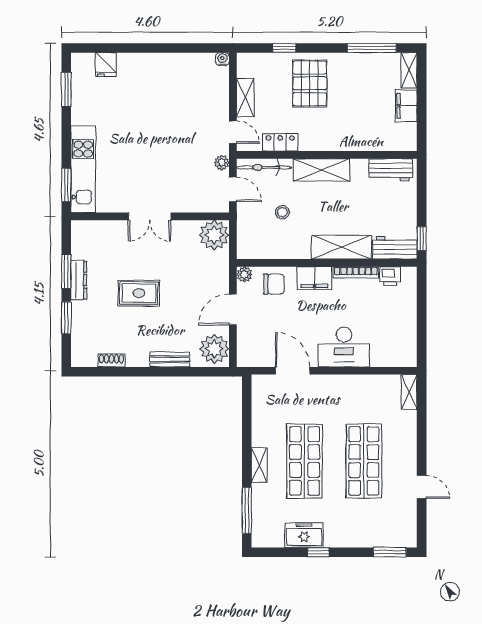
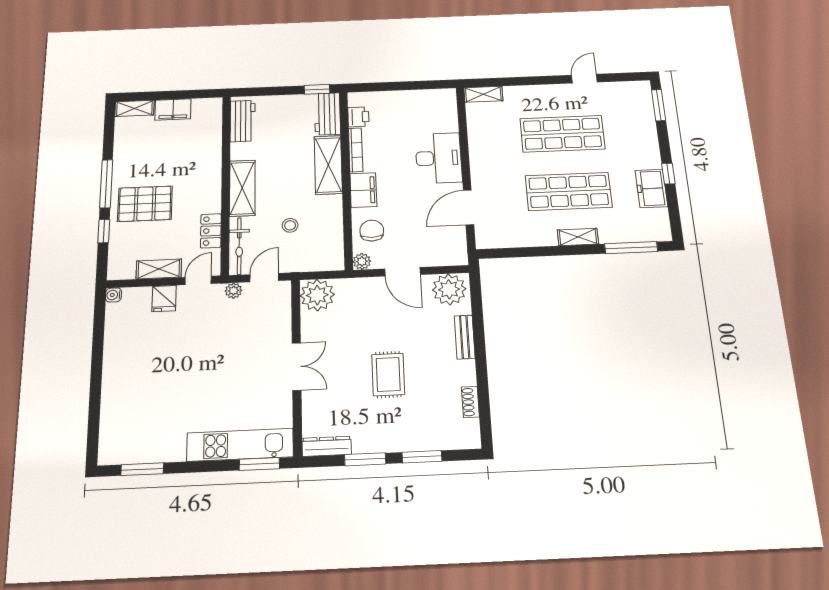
window: (372, 48) -> (106, 184), moved
fridge: (106, 65) -> (164, 299), moved, turned 90
dresser: (79, 280) -> (327, 446), moved

